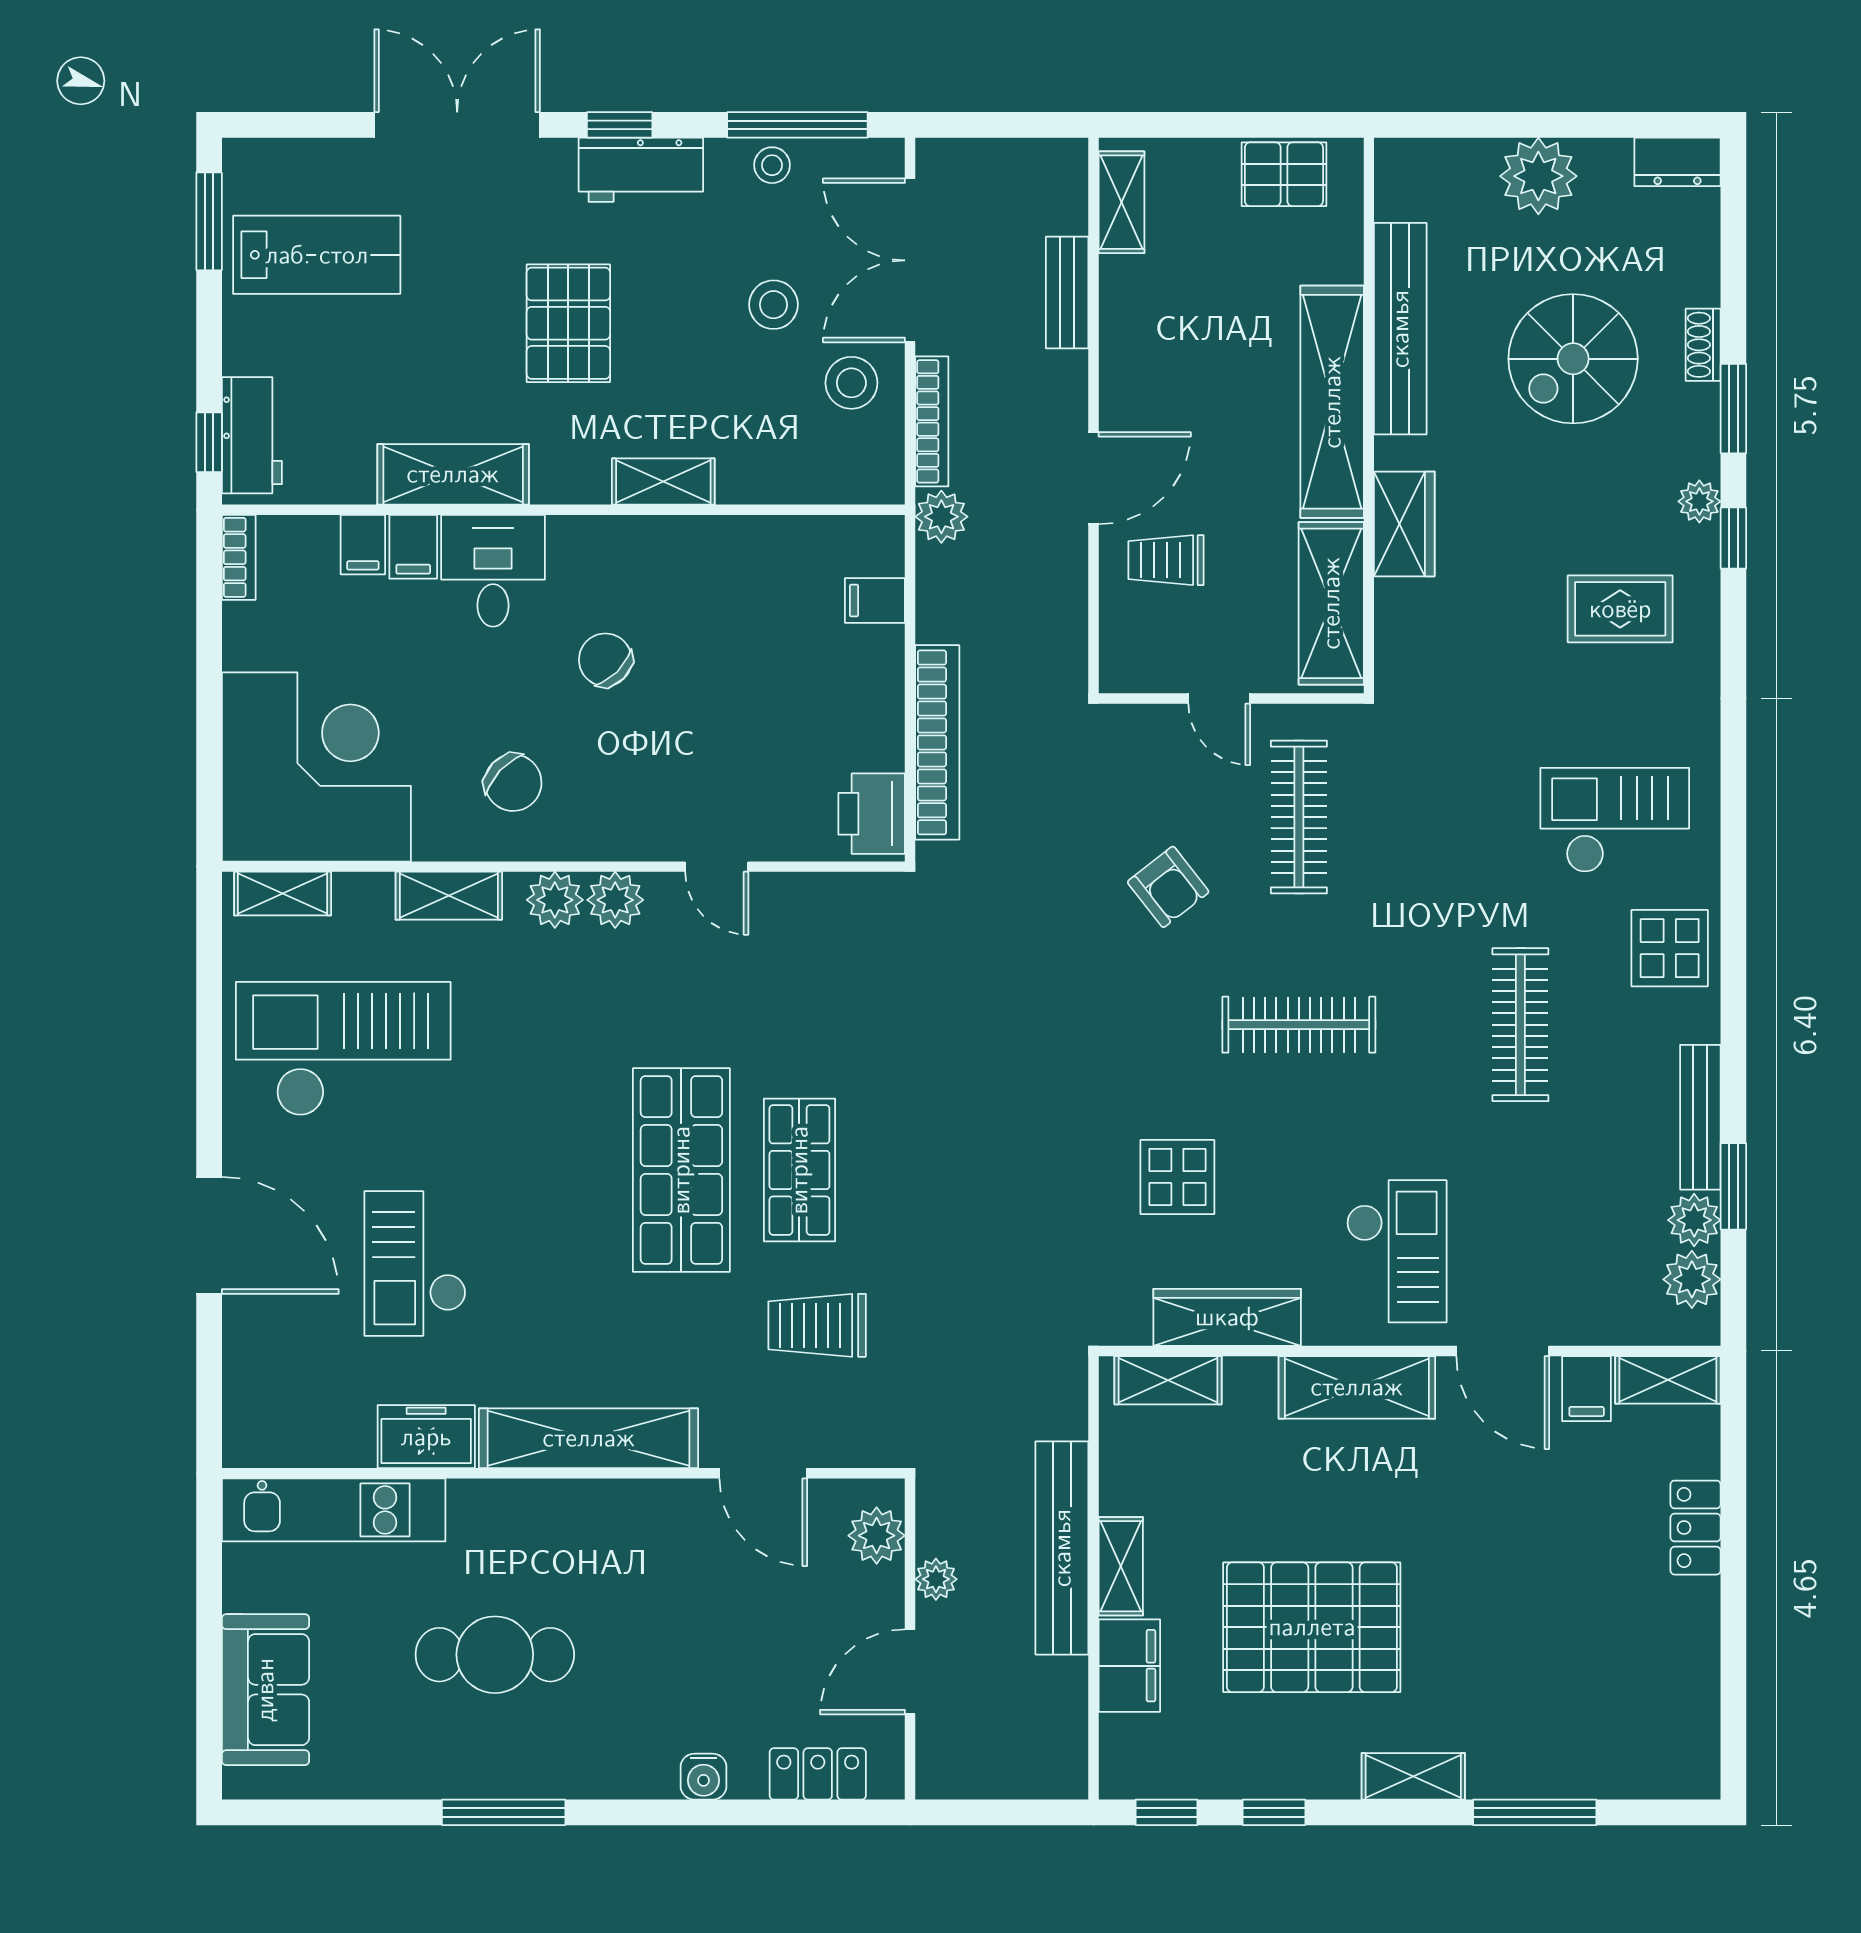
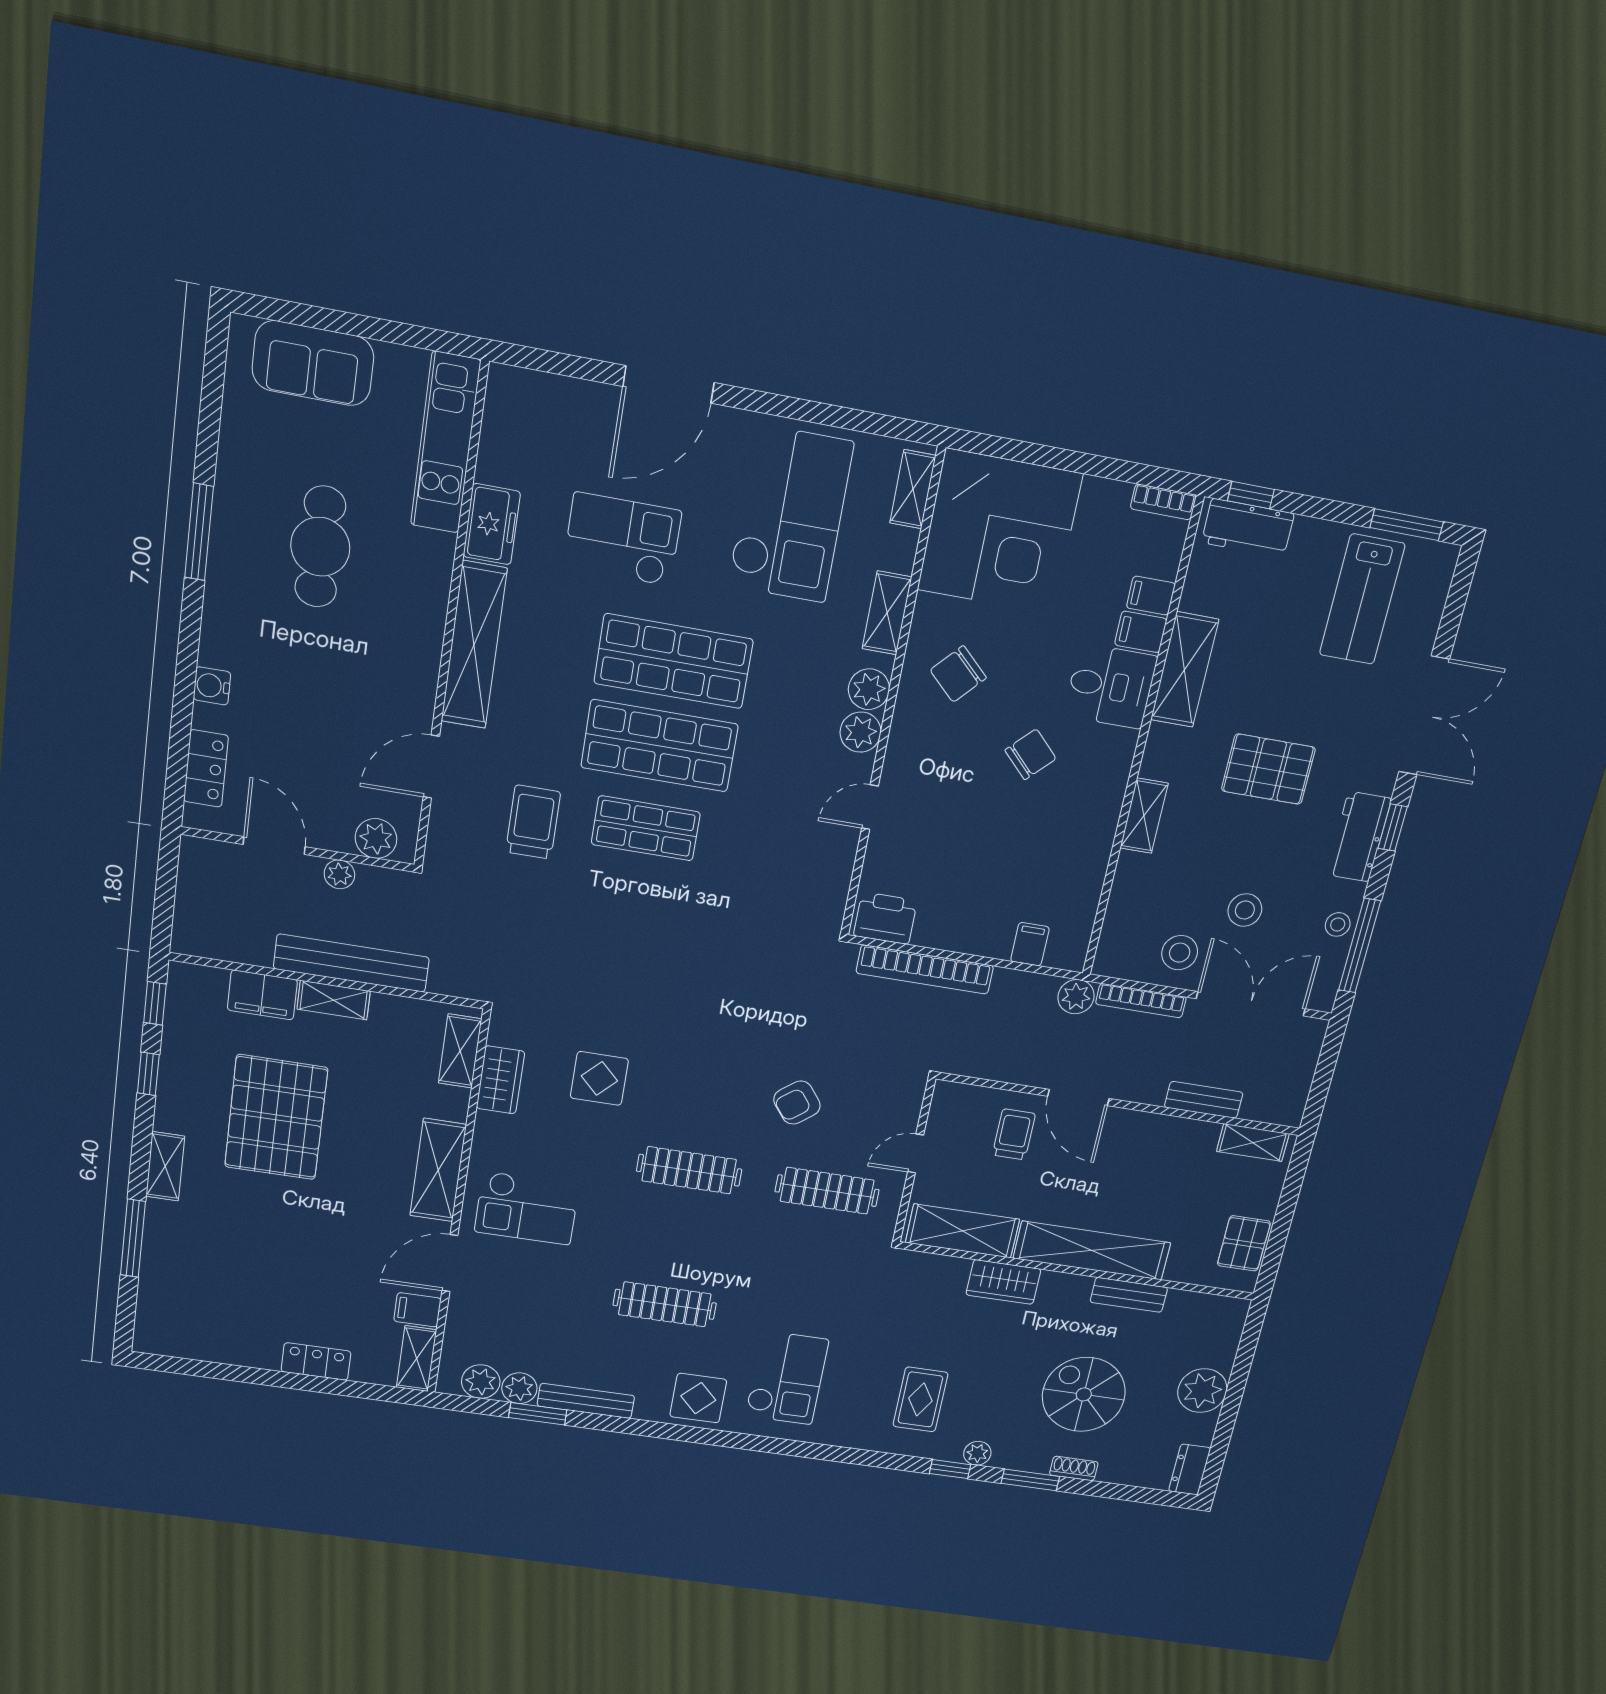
bench: (1400, 329) -> (1129, 1295), width x0.54, depth x0.82
clothes rail: (1299, 1025) -> (689, 1170), turned 90
shop shelf: (563, 1170) -> (674, 661), added
wardrobe: (1227, 1317) -> (500, 1080), width x0.67

